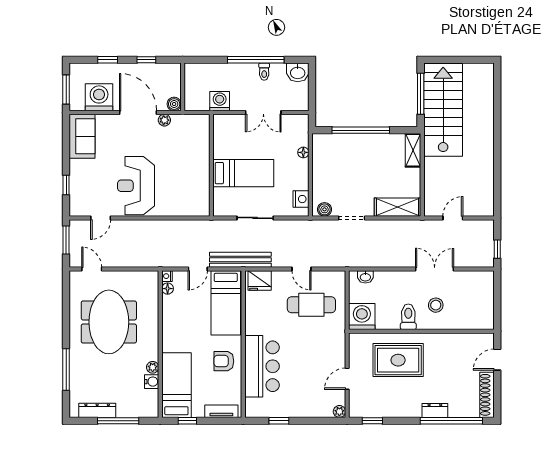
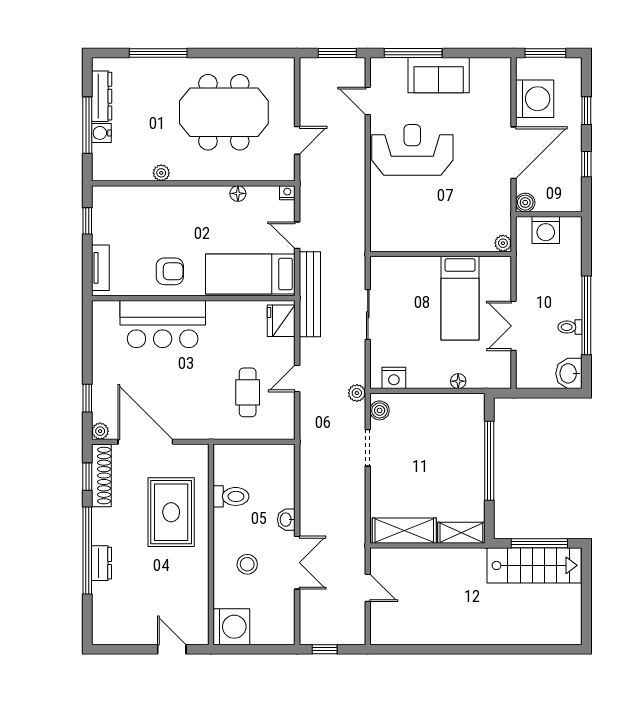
washing machine: (220, 101) -> (546, 230), moved, turned 90
stairs: (443, 110) -> (534, 565), width x0.73, depth x0.66
plant: (164, 120) -> (503, 243), moved
sofa: (82, 136) -> (439, 75), moved
bed: (243, 173) -> (460, 298), moved
window: (66, 185) -> (413, 53), width x2.17
shelving: (398, 207) -> (404, 531), moved, turned 90
plant: (312, 226) -> (357, 393), added
door: (92, 269) -> (297, 140), moved
washbasin: (365, 277) -> (286, 520), moved
floor lamp: (168, 289) -> (238, 193), moved
cafe table: (311, 305) -> (248, 392), width x0.73, depth x0.74
washing machine: (362, 317) -> (231, 627), moved
toilet: (408, 317) -> (231, 496), moved
armchair: (224, 361) -> (170, 271), turned 90
door: (347, 379) -> (145, 442), width x1.87
water cooler: (152, 382) -> (101, 133), moved, turned 90
bed: (176, 385) -> (137, 206), removed
shoe rack: (487, 395) -> (101, 476), moved, turned 90
window: (279, 421) -> (87, 398), moved
window: (451, 421) -> (87, 551), moved

